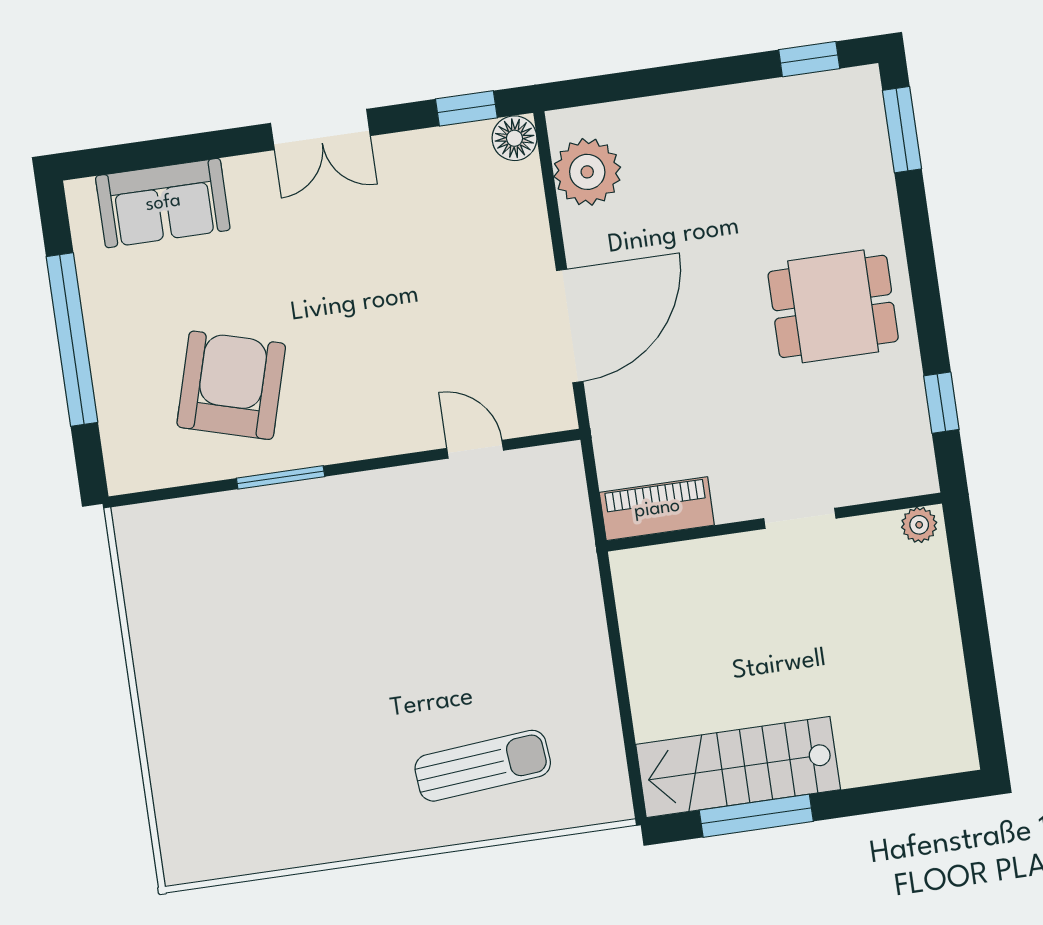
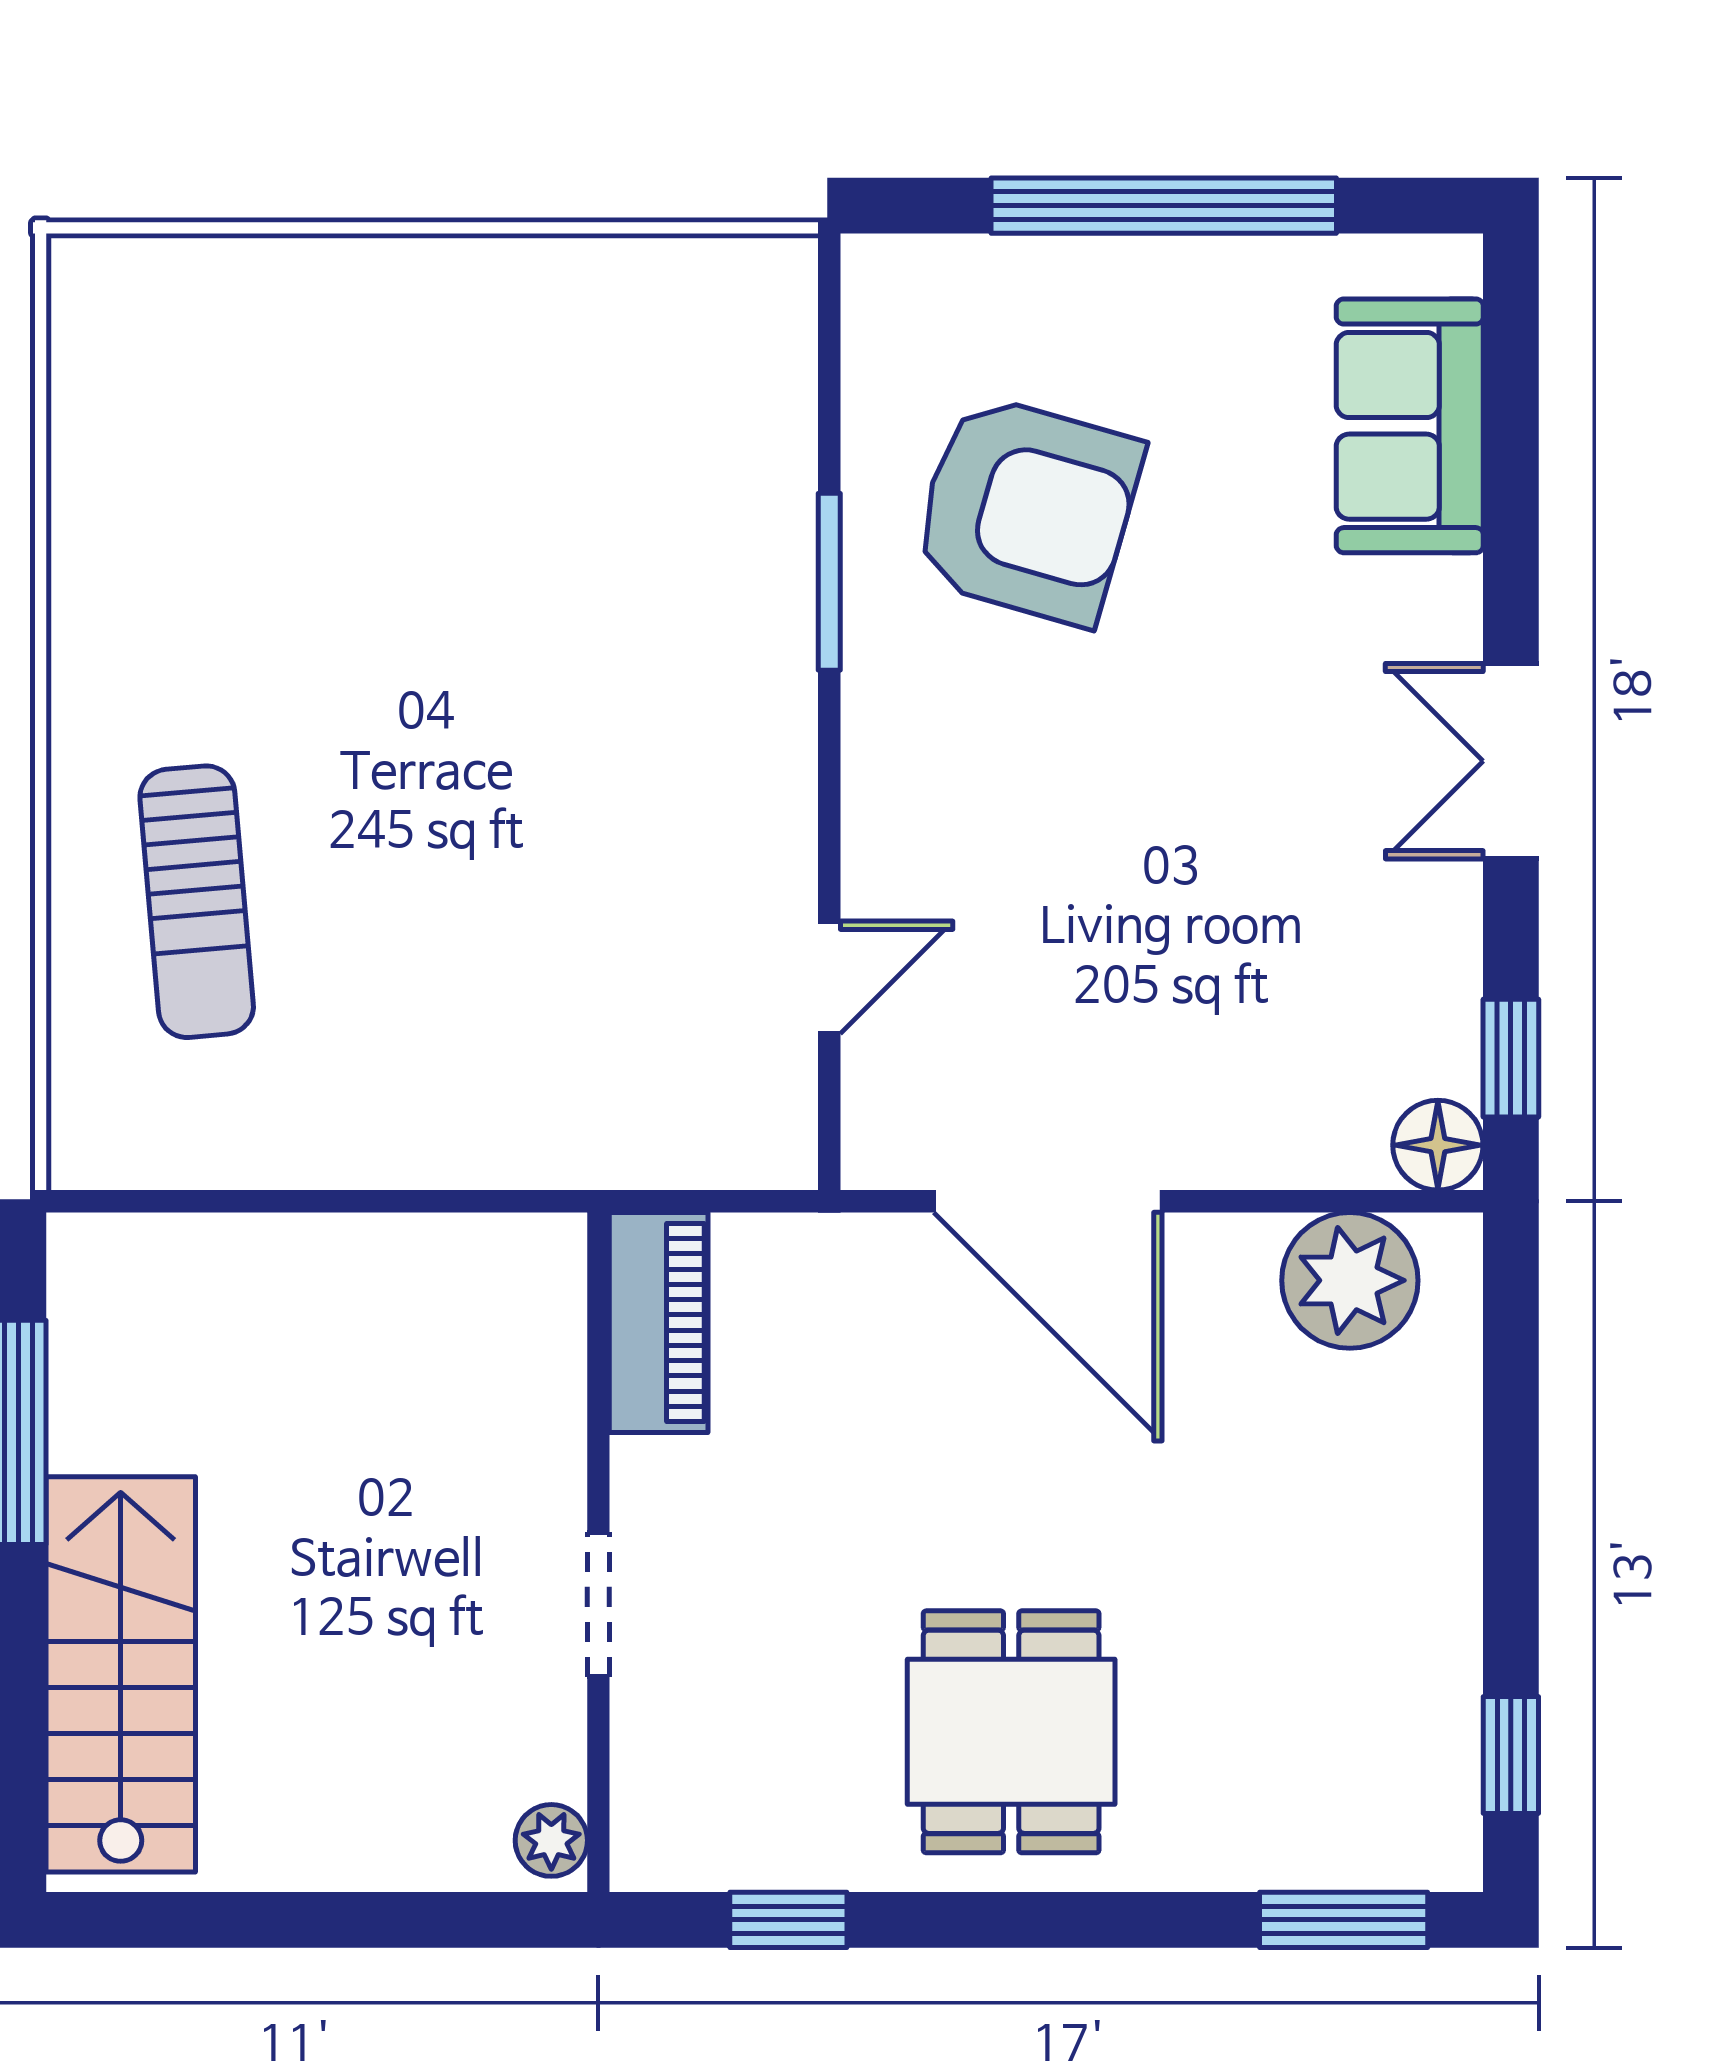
stairs: (738, 767) -> (121, 1674), moved

